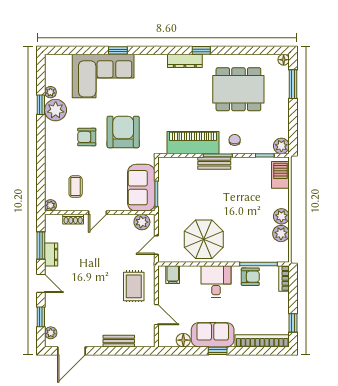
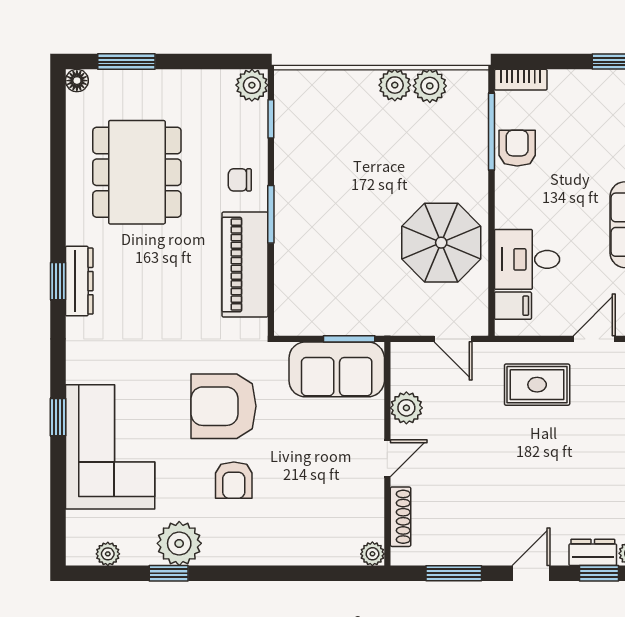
window: (201, 50) -> (58, 281), moved
plant: (50, 92) -> (108, 554), moved
bench: (214, 163) -> (287, 221), removed
barbecue: (280, 175) -> (311, 87), removed
coffee table: (76, 187) -> (334, 503), removed
door: (97, 213) -> (387, 458), hinge flipped
shoe rack: (73, 219) -> (401, 517), width x1.43
plant: (142, 222) -> (406, 408), moved
dresser: (51, 255) -> (593, 552), moved
desk: (216, 281) -> (527, 259), moved

